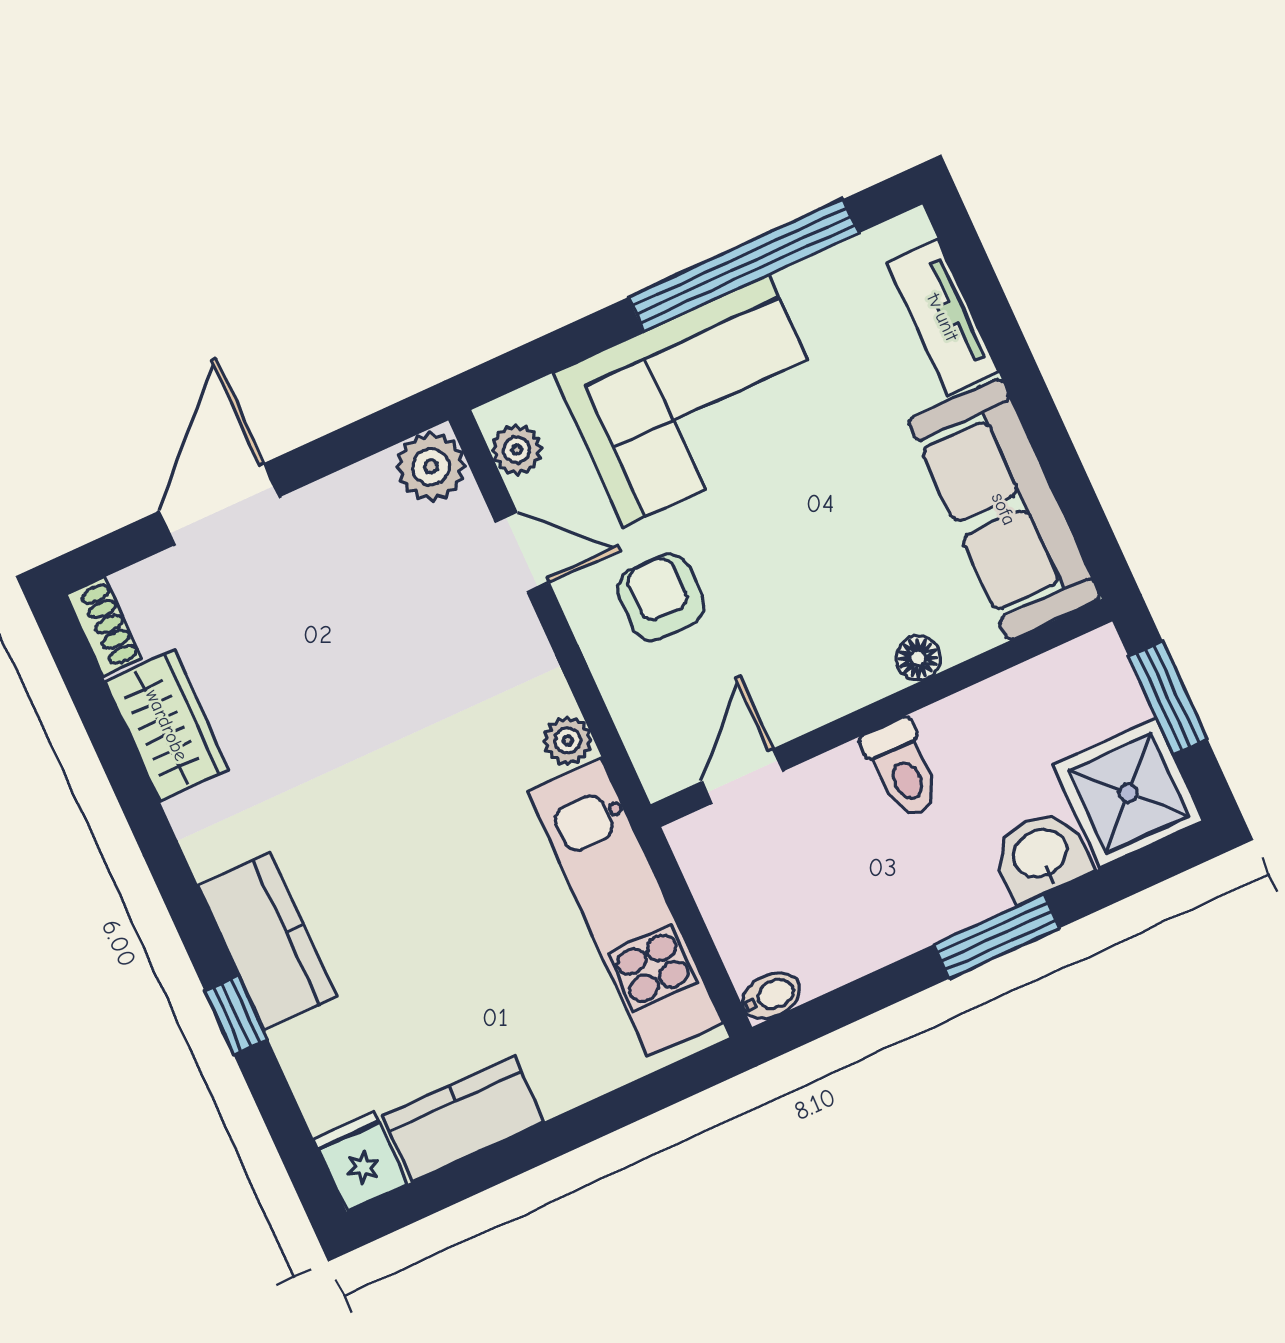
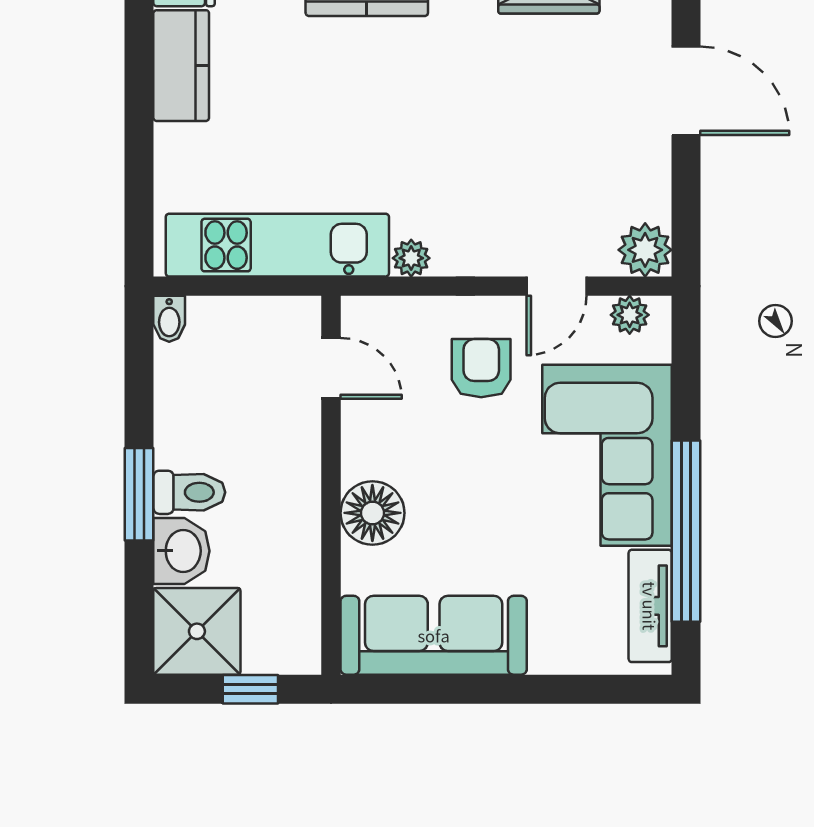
tv unit: (943, 317) -> (650, 606), moved, turned -90
armchair: (661, 597) -> (481, 368), turned -90
floor lamp: (918, 658) -> (372, 513), width x1.89, depth x1.89
window: (1168, 698) -> (250, 689), width x0.67
toilet: (902, 769) -> (189, 492), moved, turned 180

